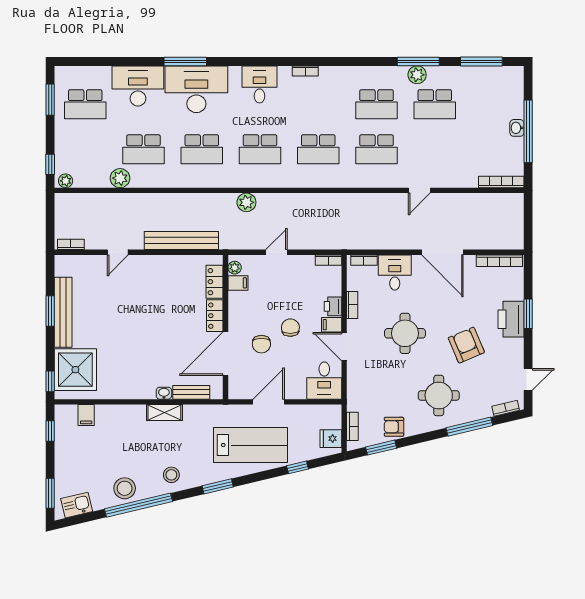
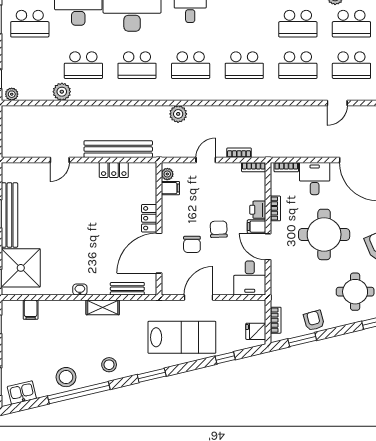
school desk: (435, 149) -> (351, 65), added
bookcase: (71, 244) -> (239, 153), moved
locker: (215, 282) -> (114, 170), moved, turned -90
round table: (405, 333) -> (324, 234), width x1.36, depth x1.36
washbasin: (164, 393) -> (80, 290), moved
armchair: (394, 427) -> (314, 320), turned 75

